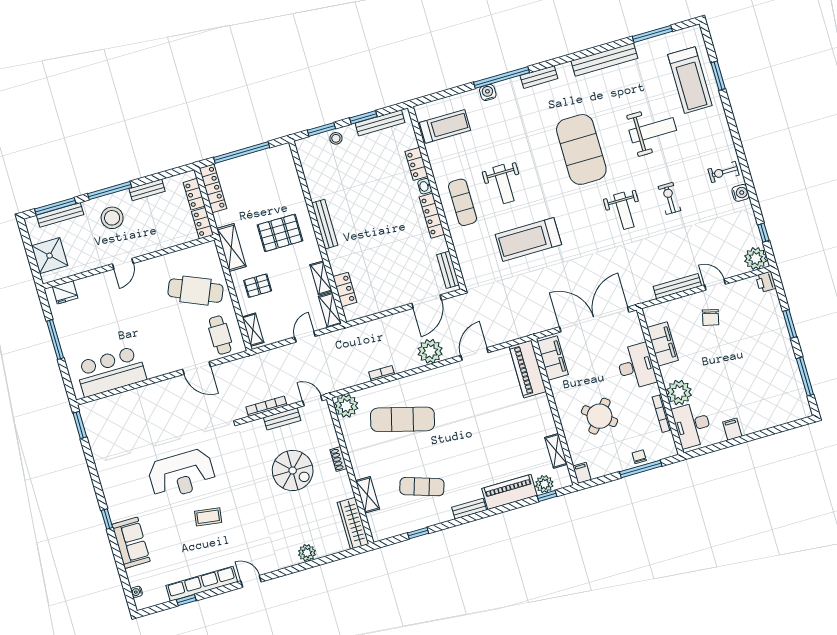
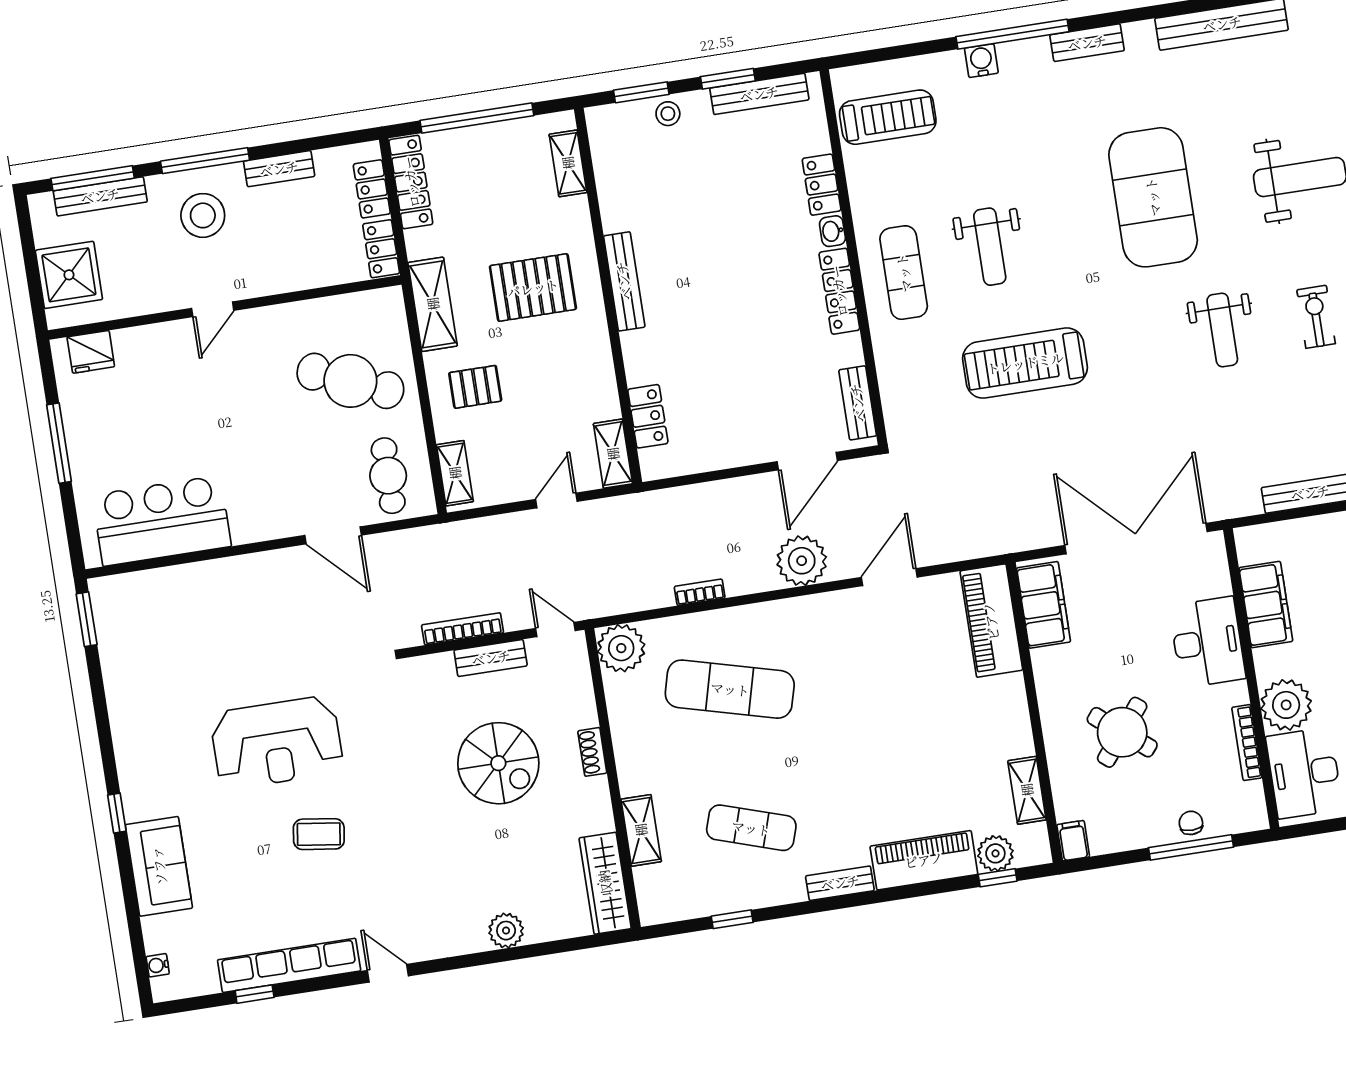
shelving: (321, 278) -> (568, 163), moved

